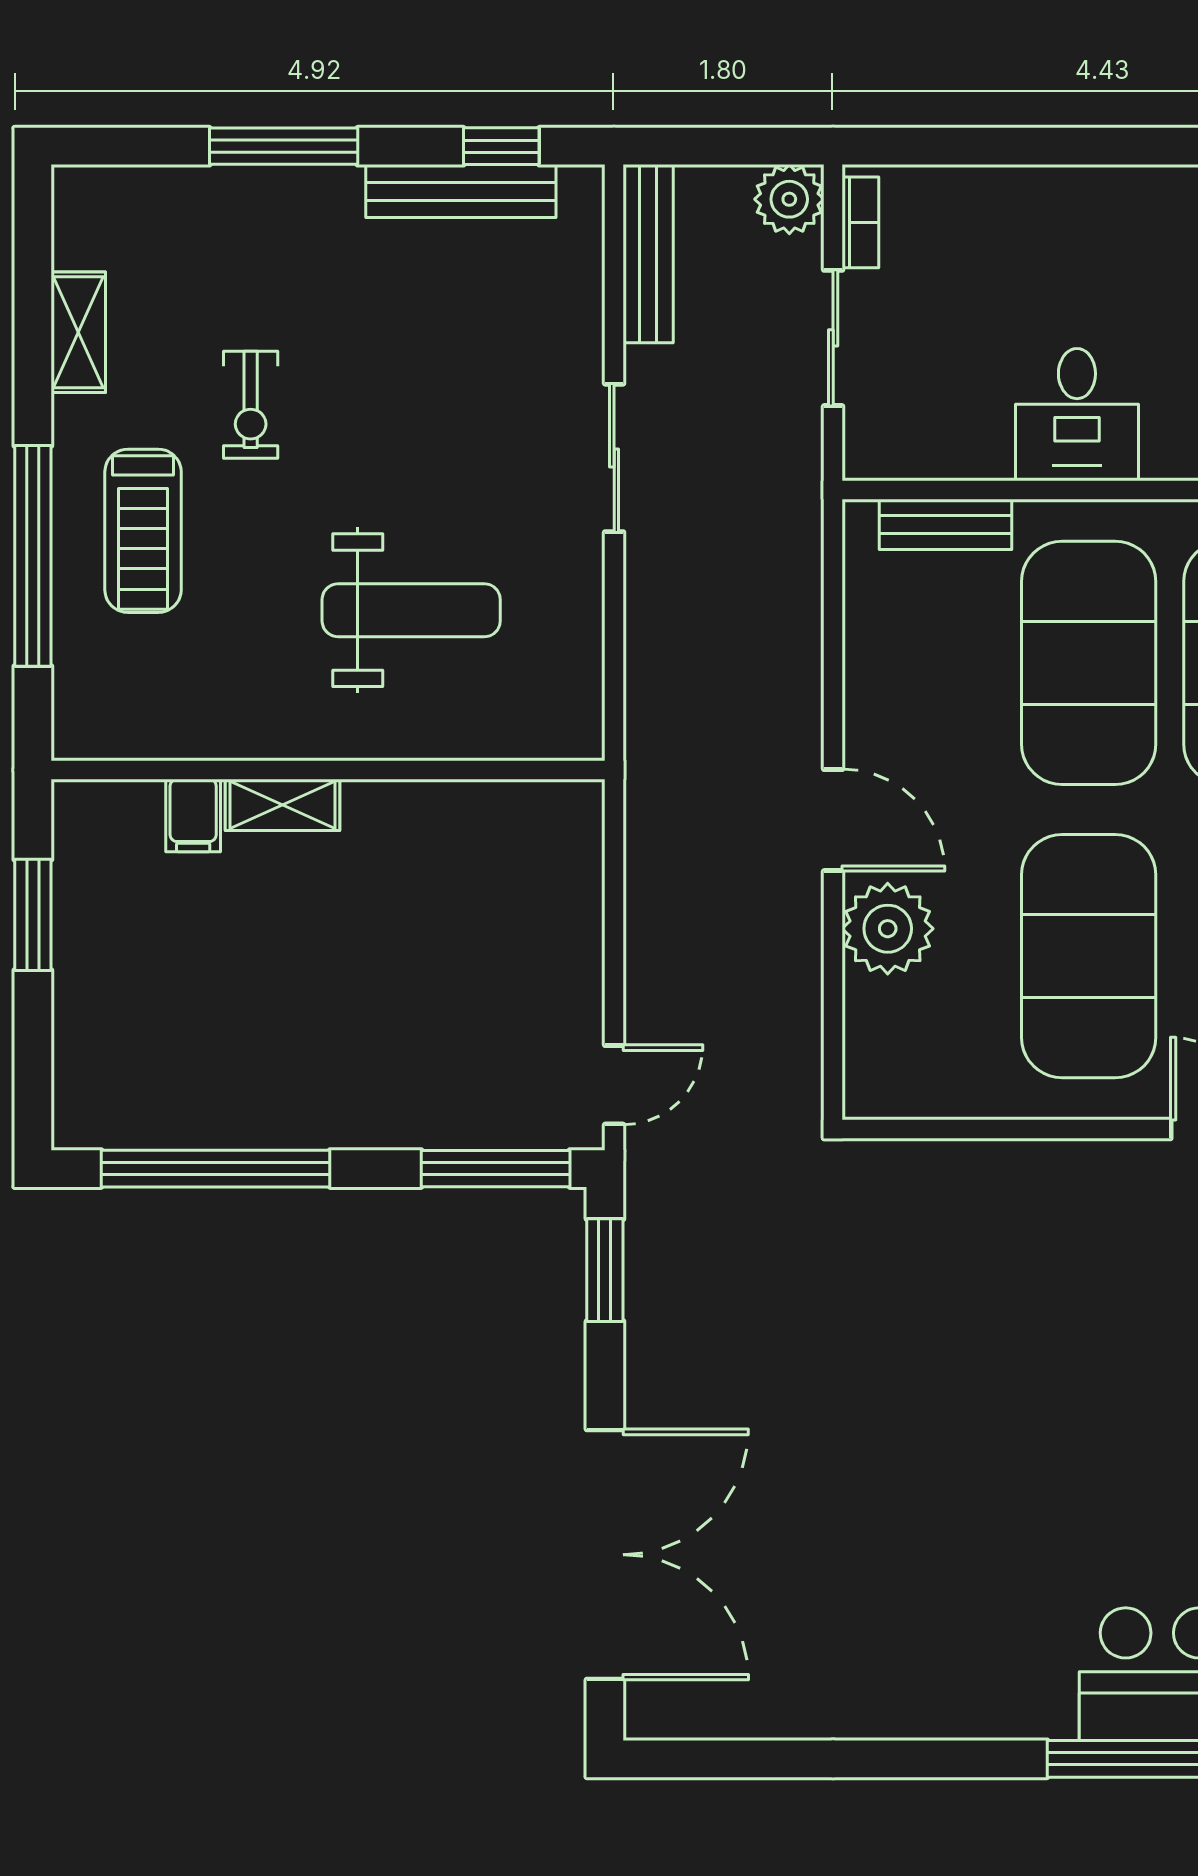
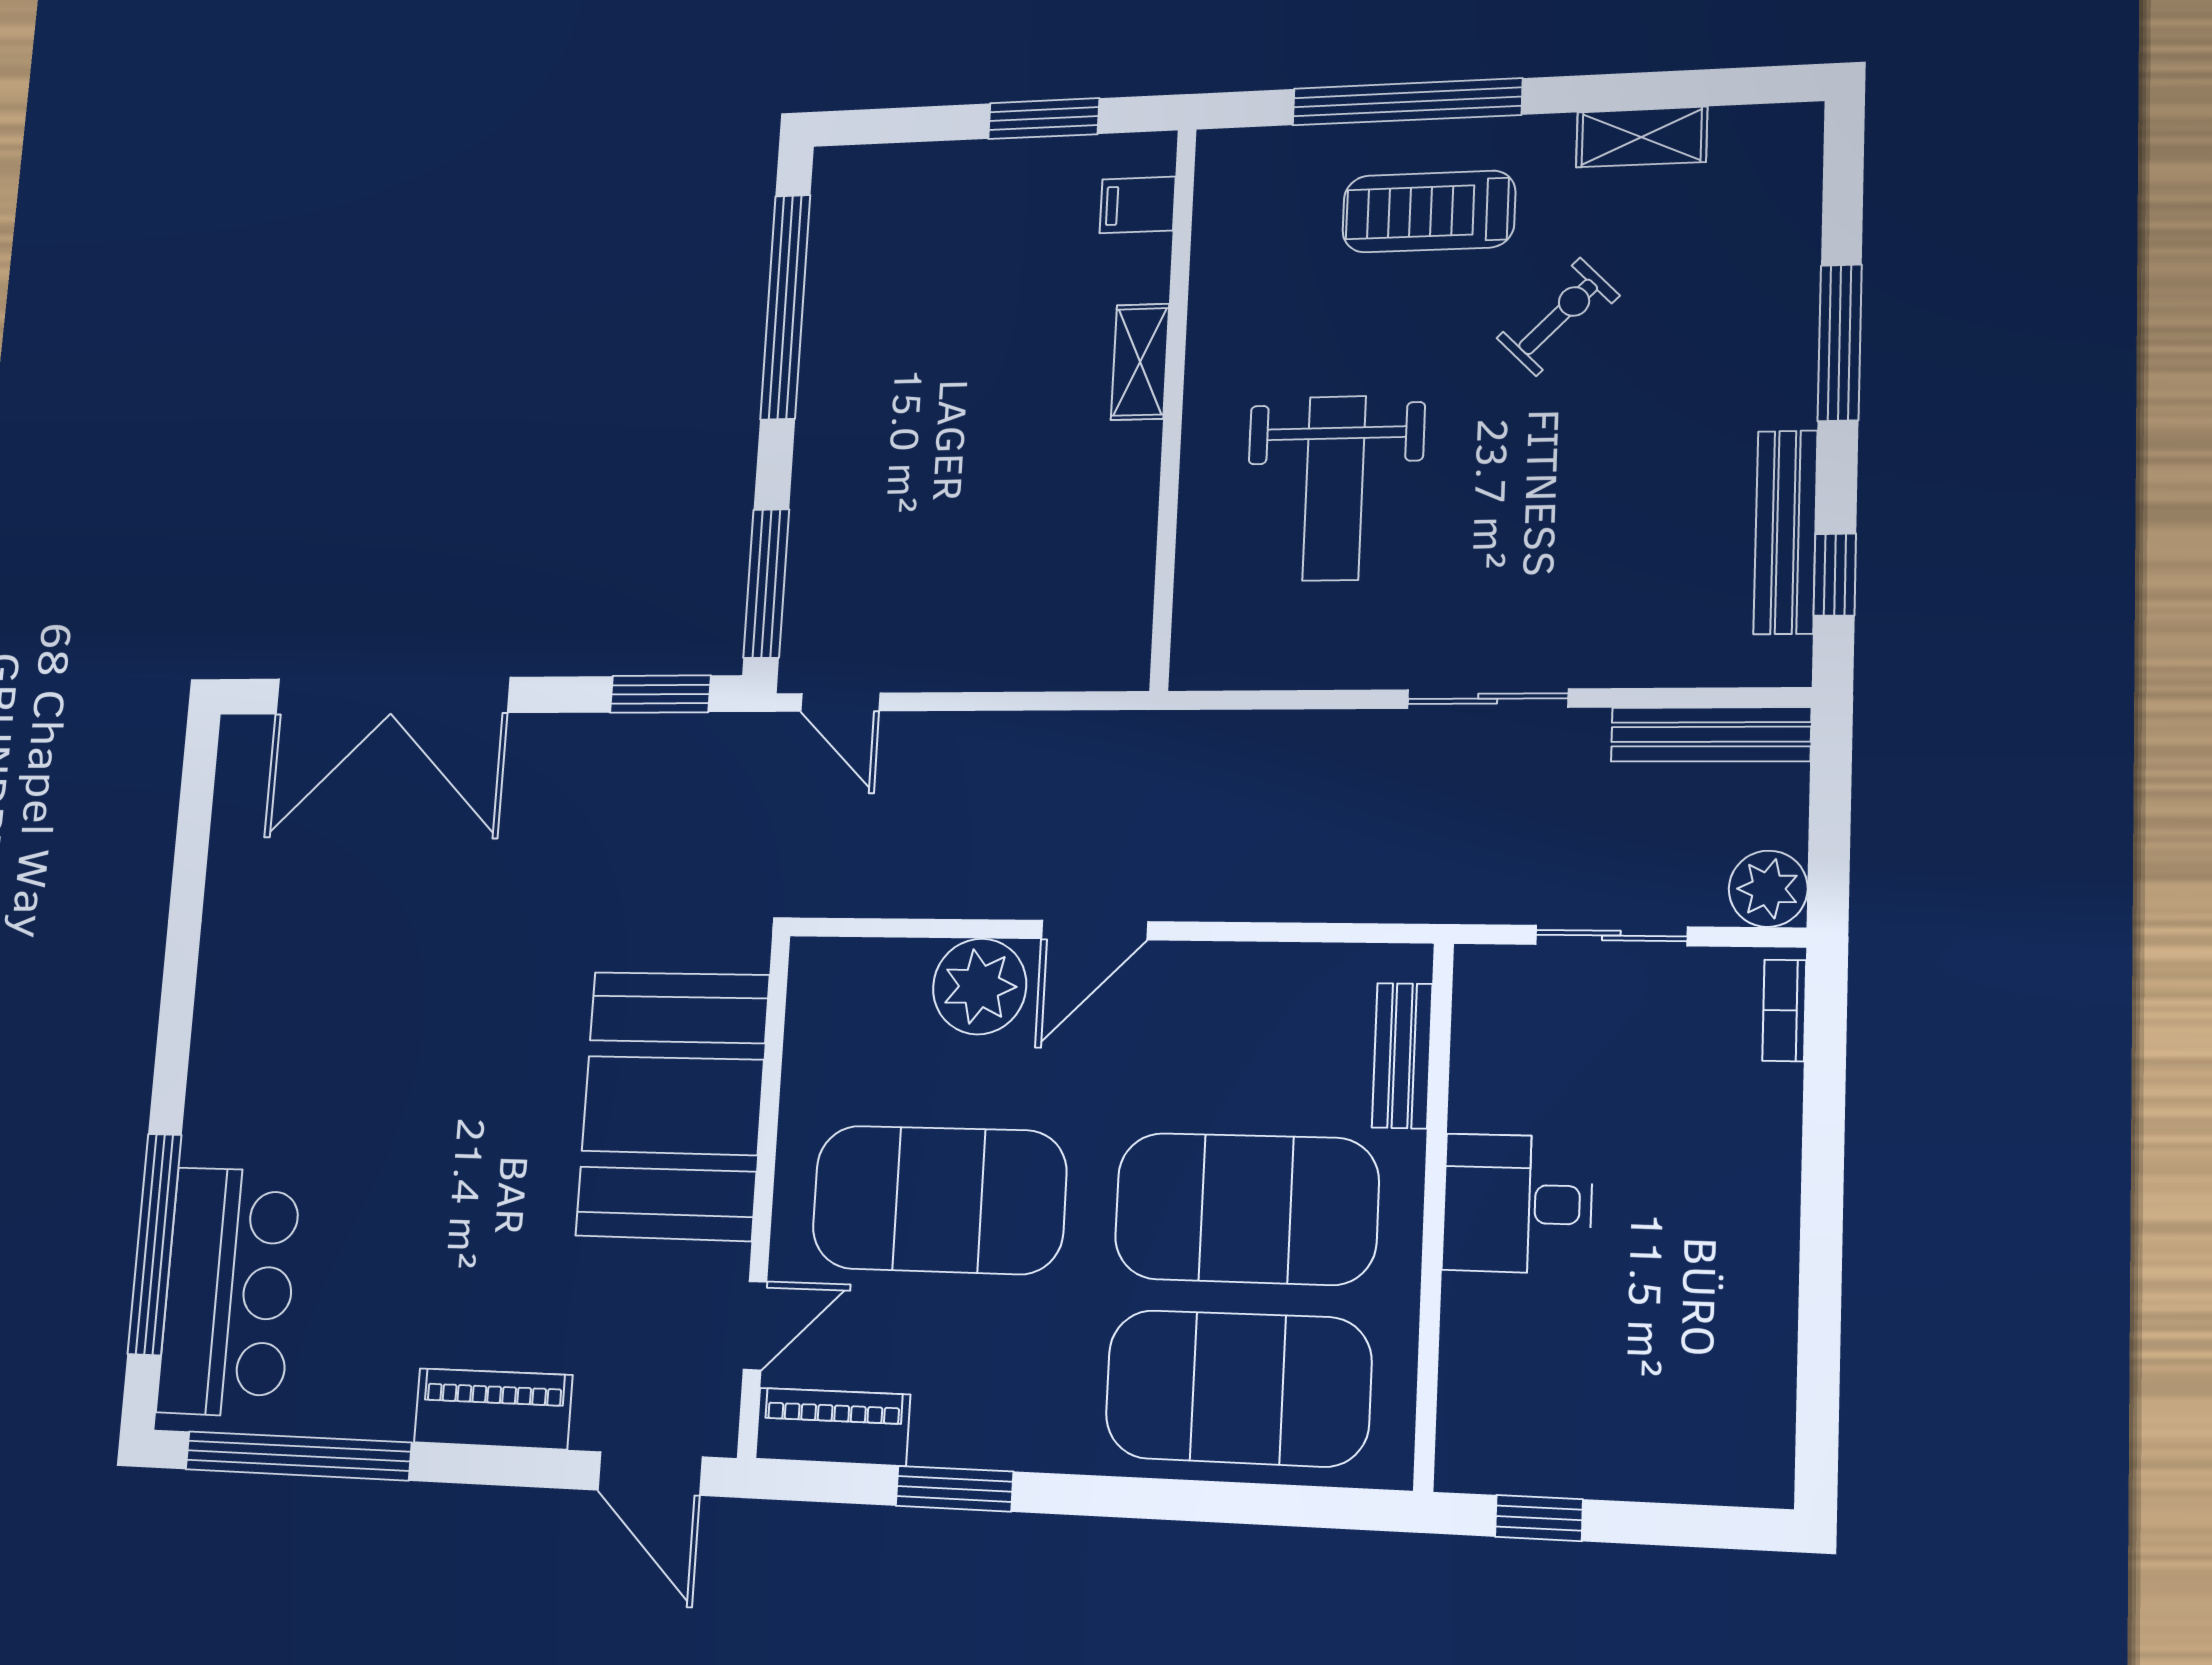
bookcase: (860, 222) -> (1784, 1010), moved, turned 90
exercise bike: (251, 405) -> (1558, 317), turned 135
filing cabinet: (193, 815) -> (1138, 205), moved
booth: (1006, 1227) -> (672, 1105), added

